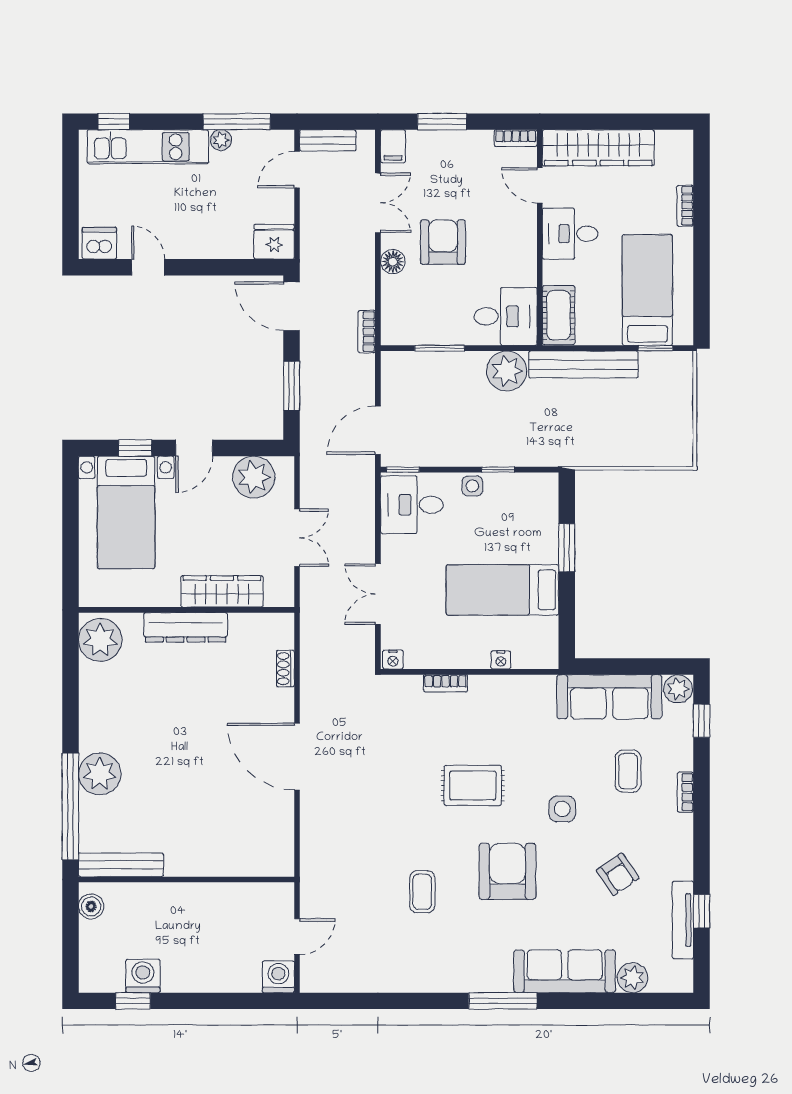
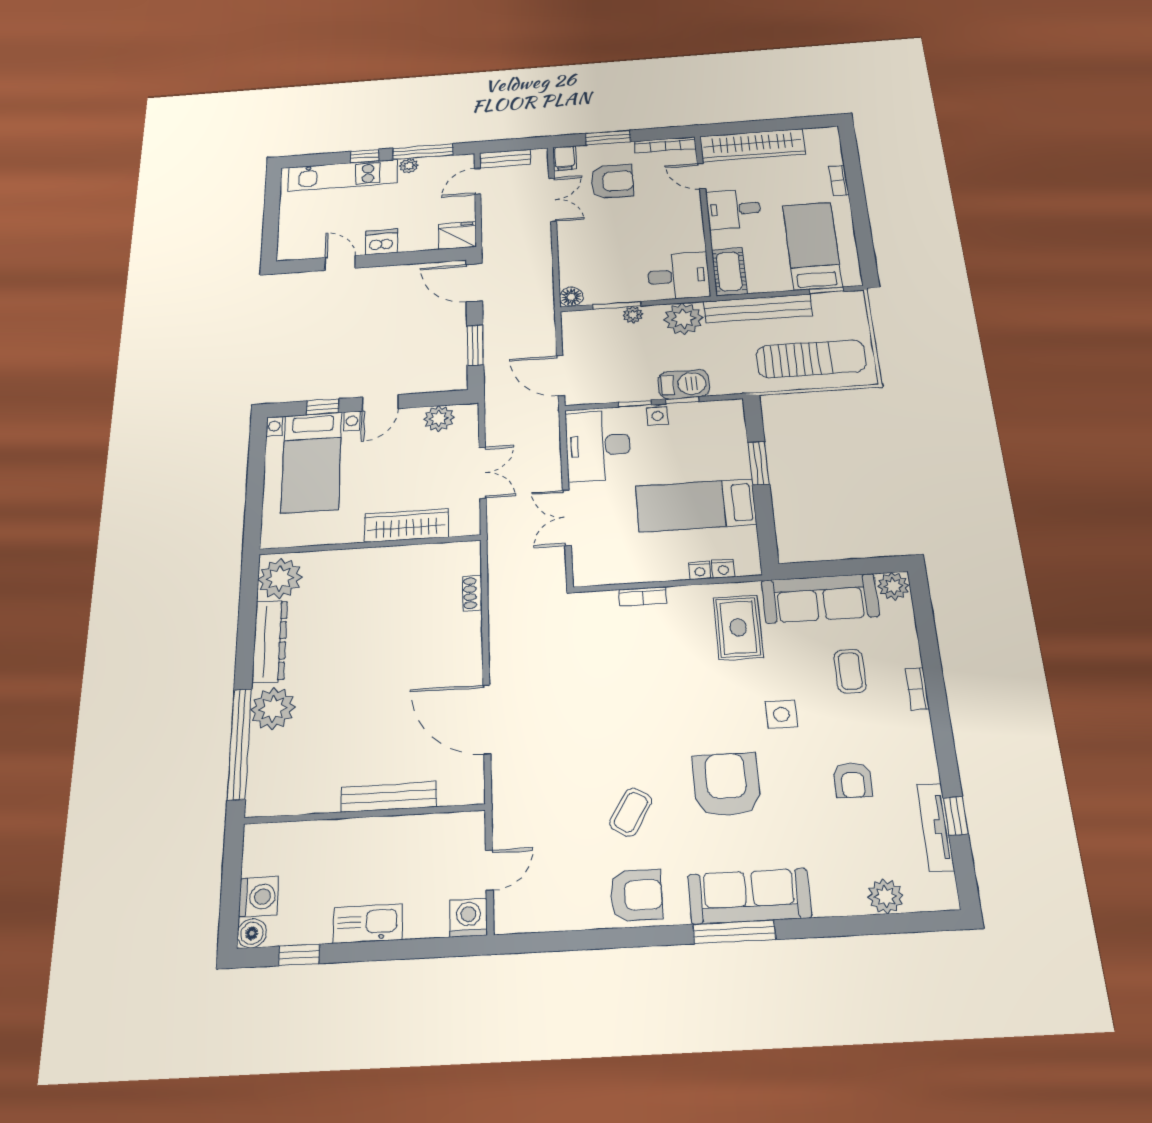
window: (114, 122) -> (365, 156), moved
bookcase: (516, 138) -> (665, 145), width x1.56
armchair: (443, 242) -> (612, 181), moved, turned 90
dishwasher: (99, 243) -> (381, 242), moved
floor lamp: (393, 262) -> (571, 297), moved
bookcase: (367, 332) -> (546, 297), removed
plant: (455, 361) -> (633, 315), added
door: (378, 430) -> (561, 376), hinge flipped
sun lounger: (630, 431) -> (811, 359), added
barbecue: (501, 451) -> (684, 384), added
window: (403, 470) -> (635, 403), moved
plant: (254, 477) -> (439, 419), width x0.73, depth x0.73
desk: (412, 505) -> (598, 446), width x1.37
dresser: (186, 627) -> (270, 641), moved, turned -90
nightstand: (393, 660) -> (723, 569), moved
window: (702, 721) -> (924, 616), removed
door: (297, 757) -> (487, 719), moved
rug: (473, 785) -> (738, 627), moved, turned 90
bench: (121, 865) -> (389, 797), moved
armchair: (618, 874) -> (853, 780), turned 34
coffee table: (422, 892) -> (631, 812), turned 31
boiler: (91, 906) -> (252, 933), moved
armchair: (423, 965) -> (636, 895), added
sofa: (565, 971) -> (749, 896), moved
washing machine: (143, 976) -> (259, 897), moved, turned 90
kitchen sink: (192, 977) -> (368, 924), added

